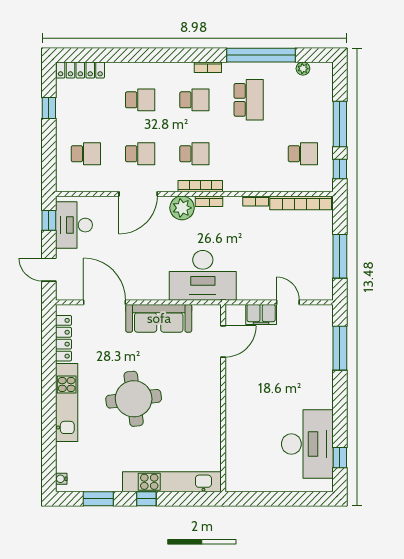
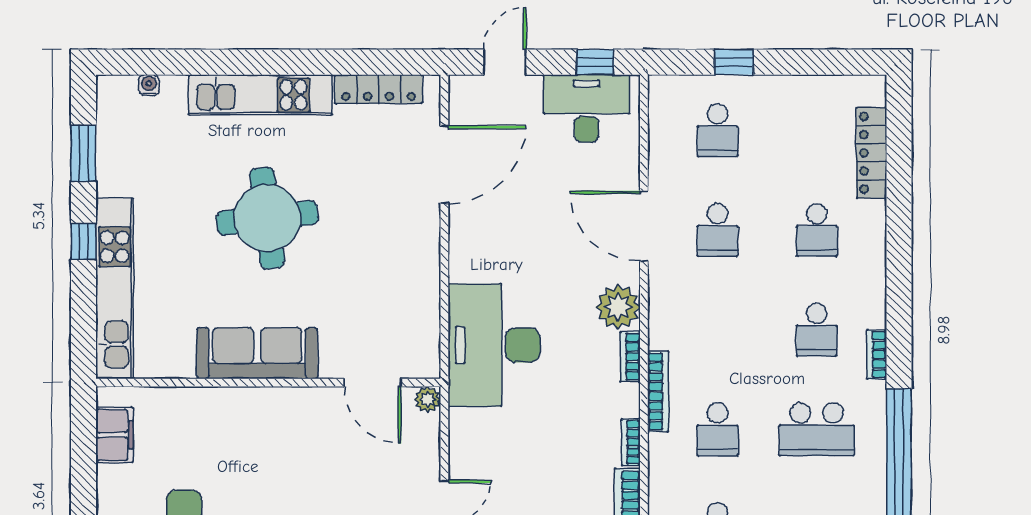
locker: (80, 70) -> (871, 153), moved
window: (49, 108) -> (734, 62), moved
school desk: (194, 154) -> (718, 429), moved
bookcase: (200, 186) -> (658, 391), moved
plant: (232, 312) -> (428, 399), added
filing cabinet: (261, 314) -> (115, 435), moved, turned 180
sofa: (159, 318) -> (257, 353), moved, turned 90
water cooler: (61, 479) -> (149, 85), moved

